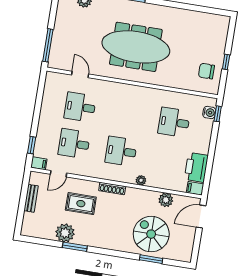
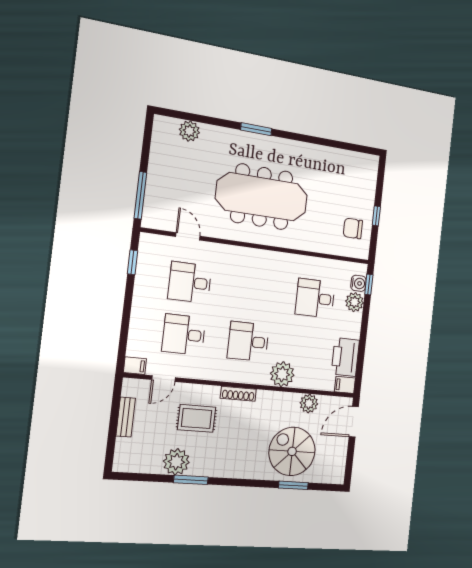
plant: (205, 126) -> (355, 302), added
window: (32, 145) -> (133, 262), moved
plant: (141, 180) -> (282, 374), width x1.88, depth x1.88

